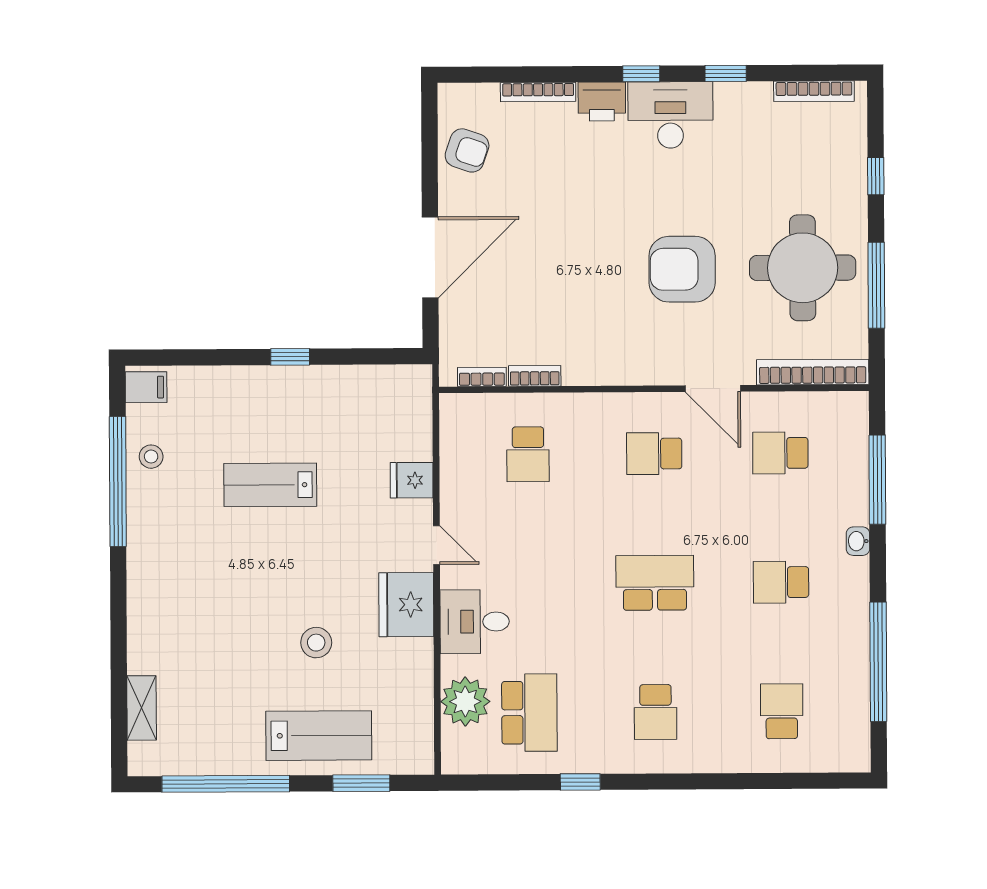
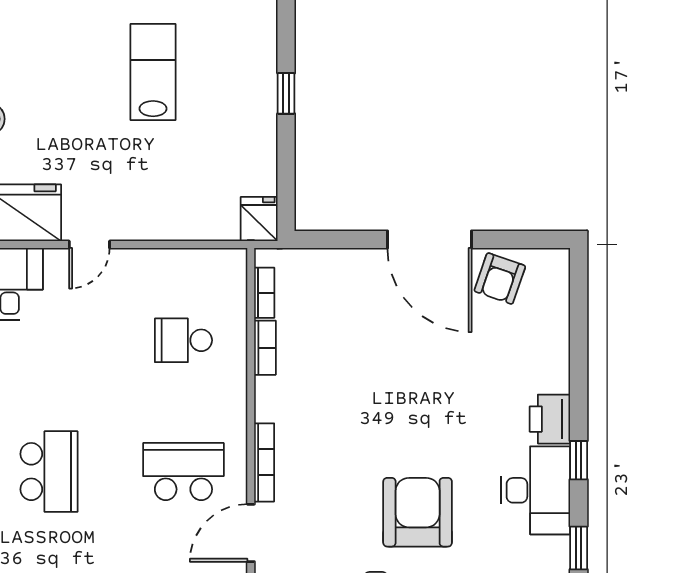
bookcase: (538, 92) -> (264, 462), moved, turned 180
door: (430, 257) -> (429, 240), moved
armchair: (682, 269) -> (418, 512), moved
school desk: (654, 454) -> (183, 472), width x1.85
fridge: (412, 480) -> (259, 219), moved

